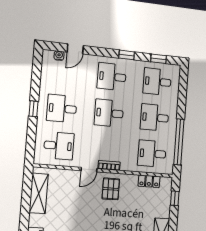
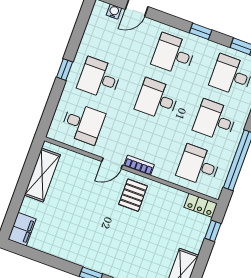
locker: (149, 181) -> (201, 205), moved

